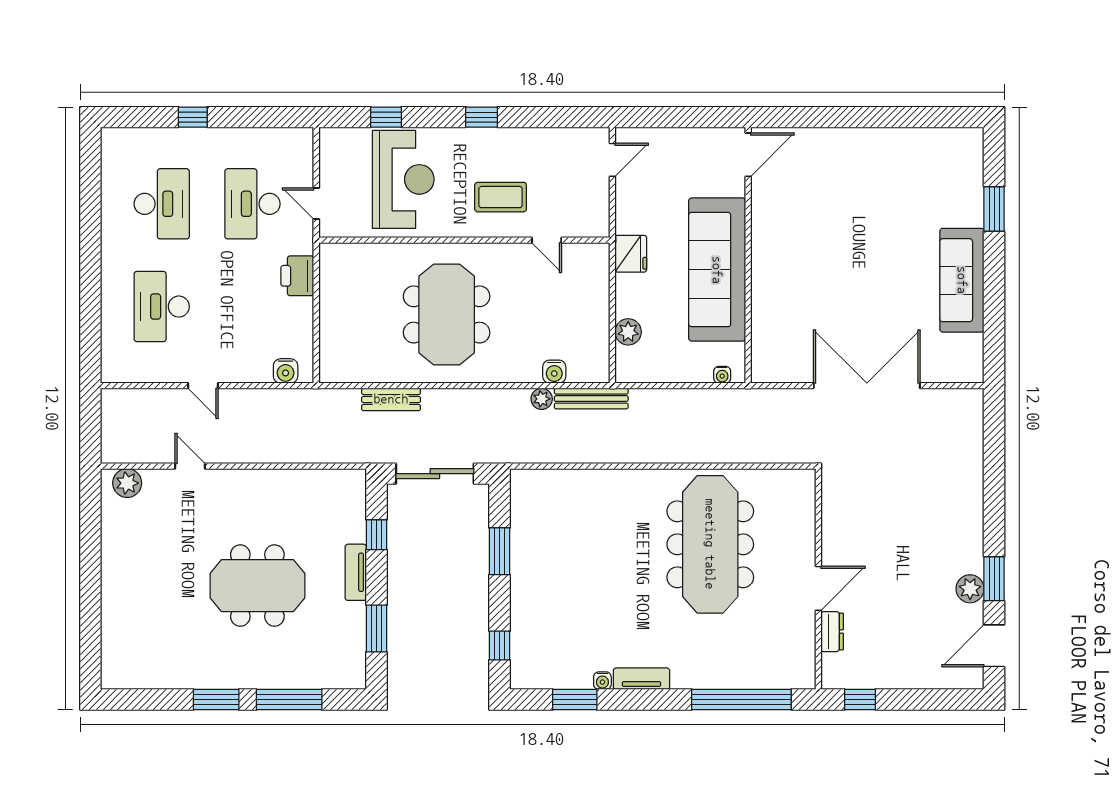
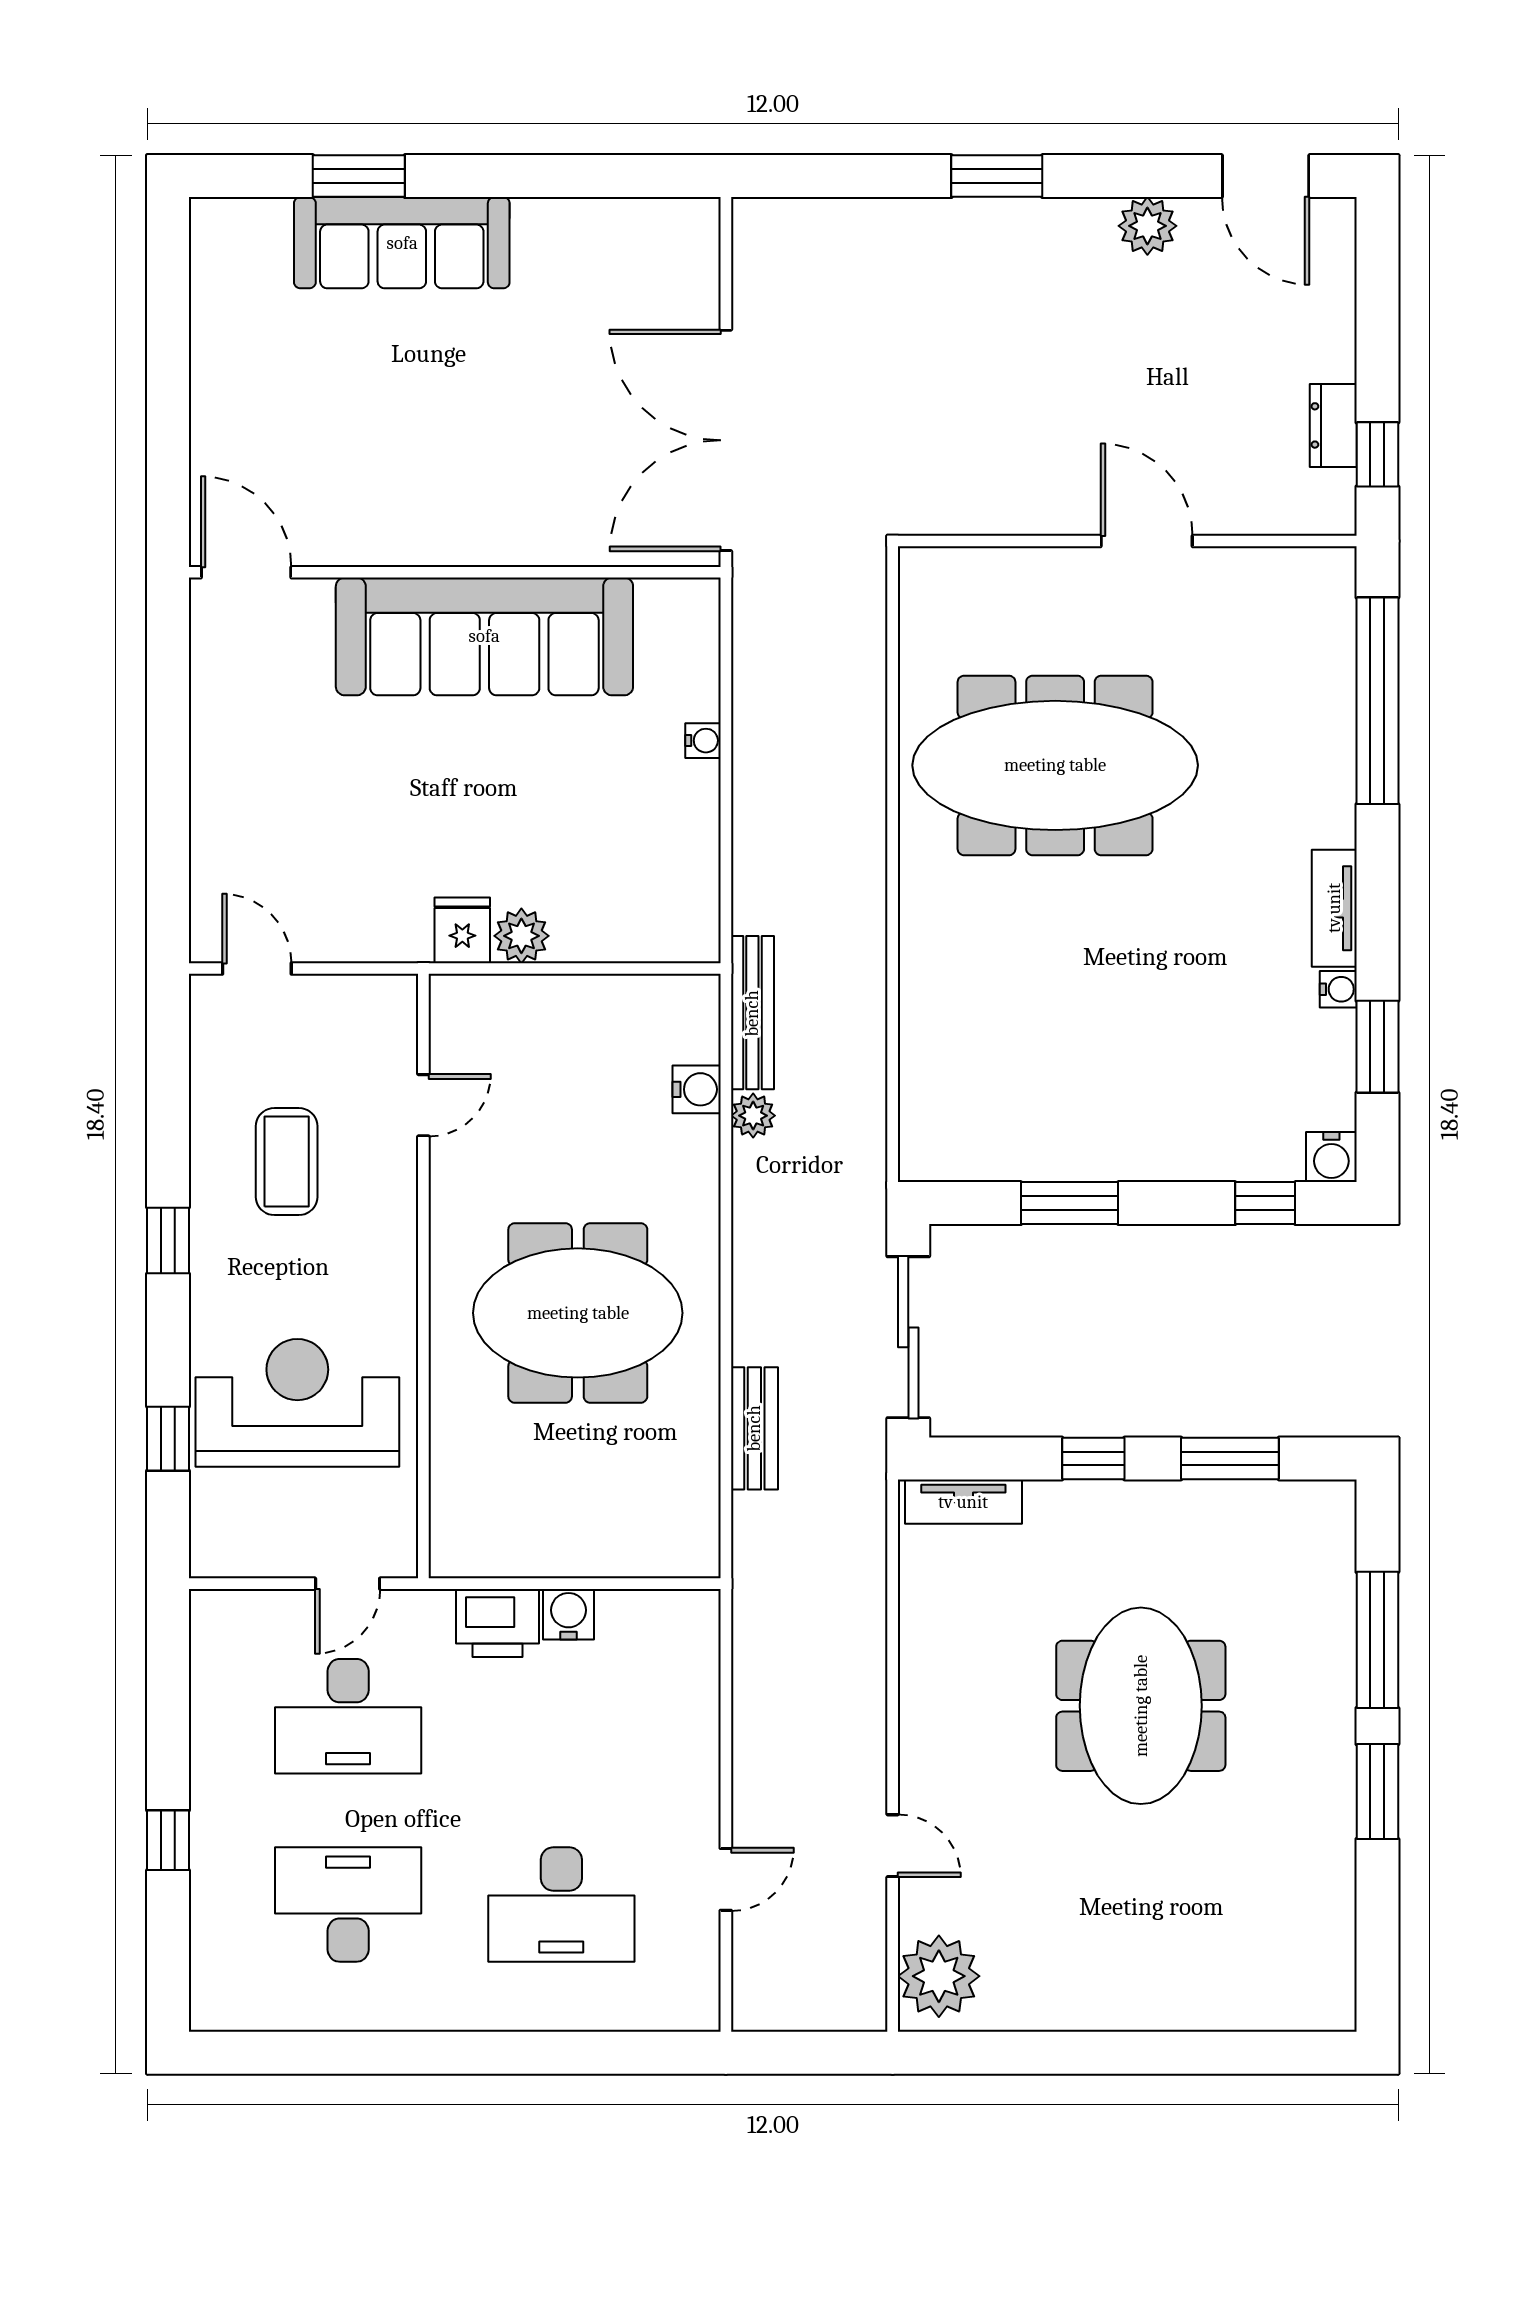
door: (748, 155) -> (246, 572), moved
coffee table: (501, 197) -> (287, 1162), moved
fridge: (631, 254) -> (462, 930), width x0.72
wall: (748, 255) -> (455, 572), moved
sofa: (717, 270) -> (484, 636), moved
sofa: (962, 280) -> (402, 243), moved
plant: (628, 332) -> (521, 936), moved
water cooler: (286, 371) -> (568, 1614), moved, turned -90
door: (203, 386) -> (726, 1879), moved
door: (190, 466) -> (893, 1846), swing flipped
plant: (127, 483) -> (939, 1976), width x1.36, depth x1.36
window: (376, 535) -> (1093, 1458), moved
tv unit: (356, 572) -> (963, 1502), moved
window: (994, 579) -> (997, 176), moved
dresser: (832, 632) -> (1333, 425), moved, turned -90
water cooler: (522, 677) -> (1331, 1157), added

